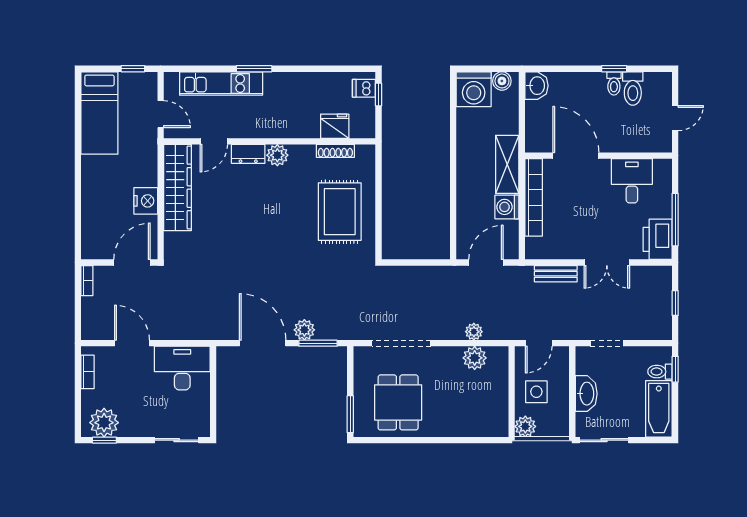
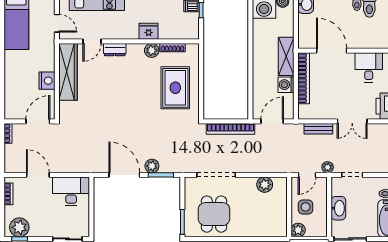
fridge: (335, 126) -> (149, 31), moved
plant: (277, 155) -> (152, 50), moved
bookcase: (423, 274) -> (230, 129), added
plant: (474, 332) -> (328, 167), moved

